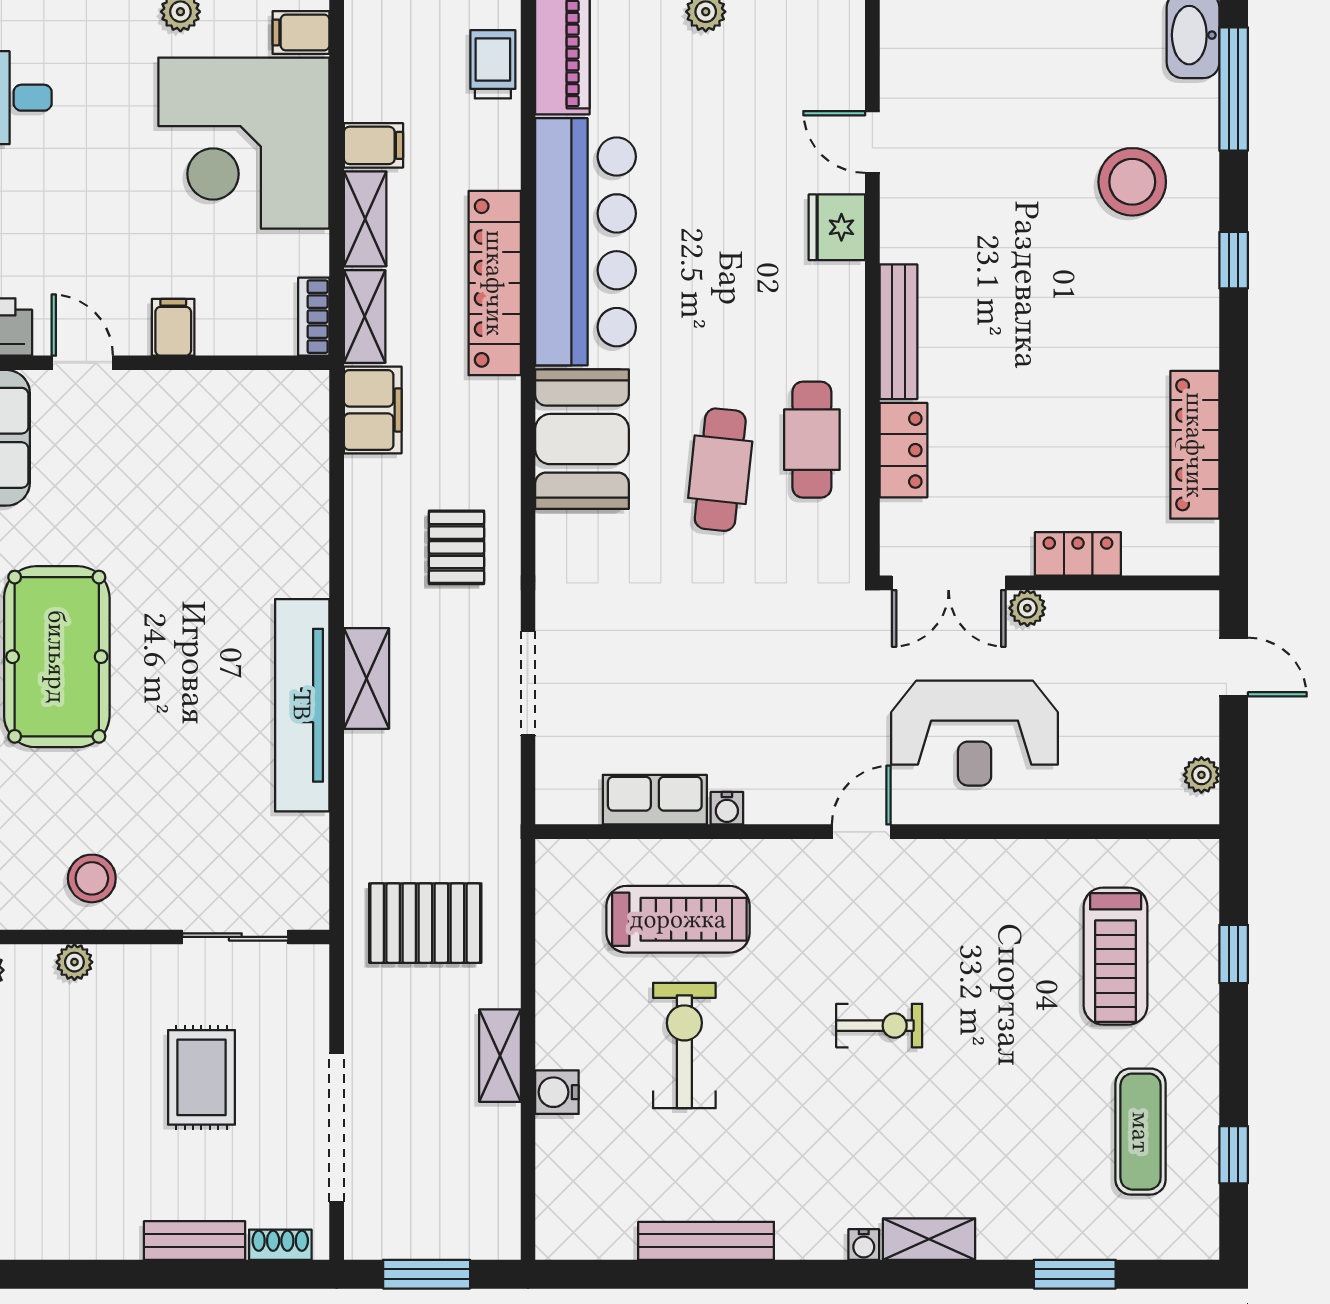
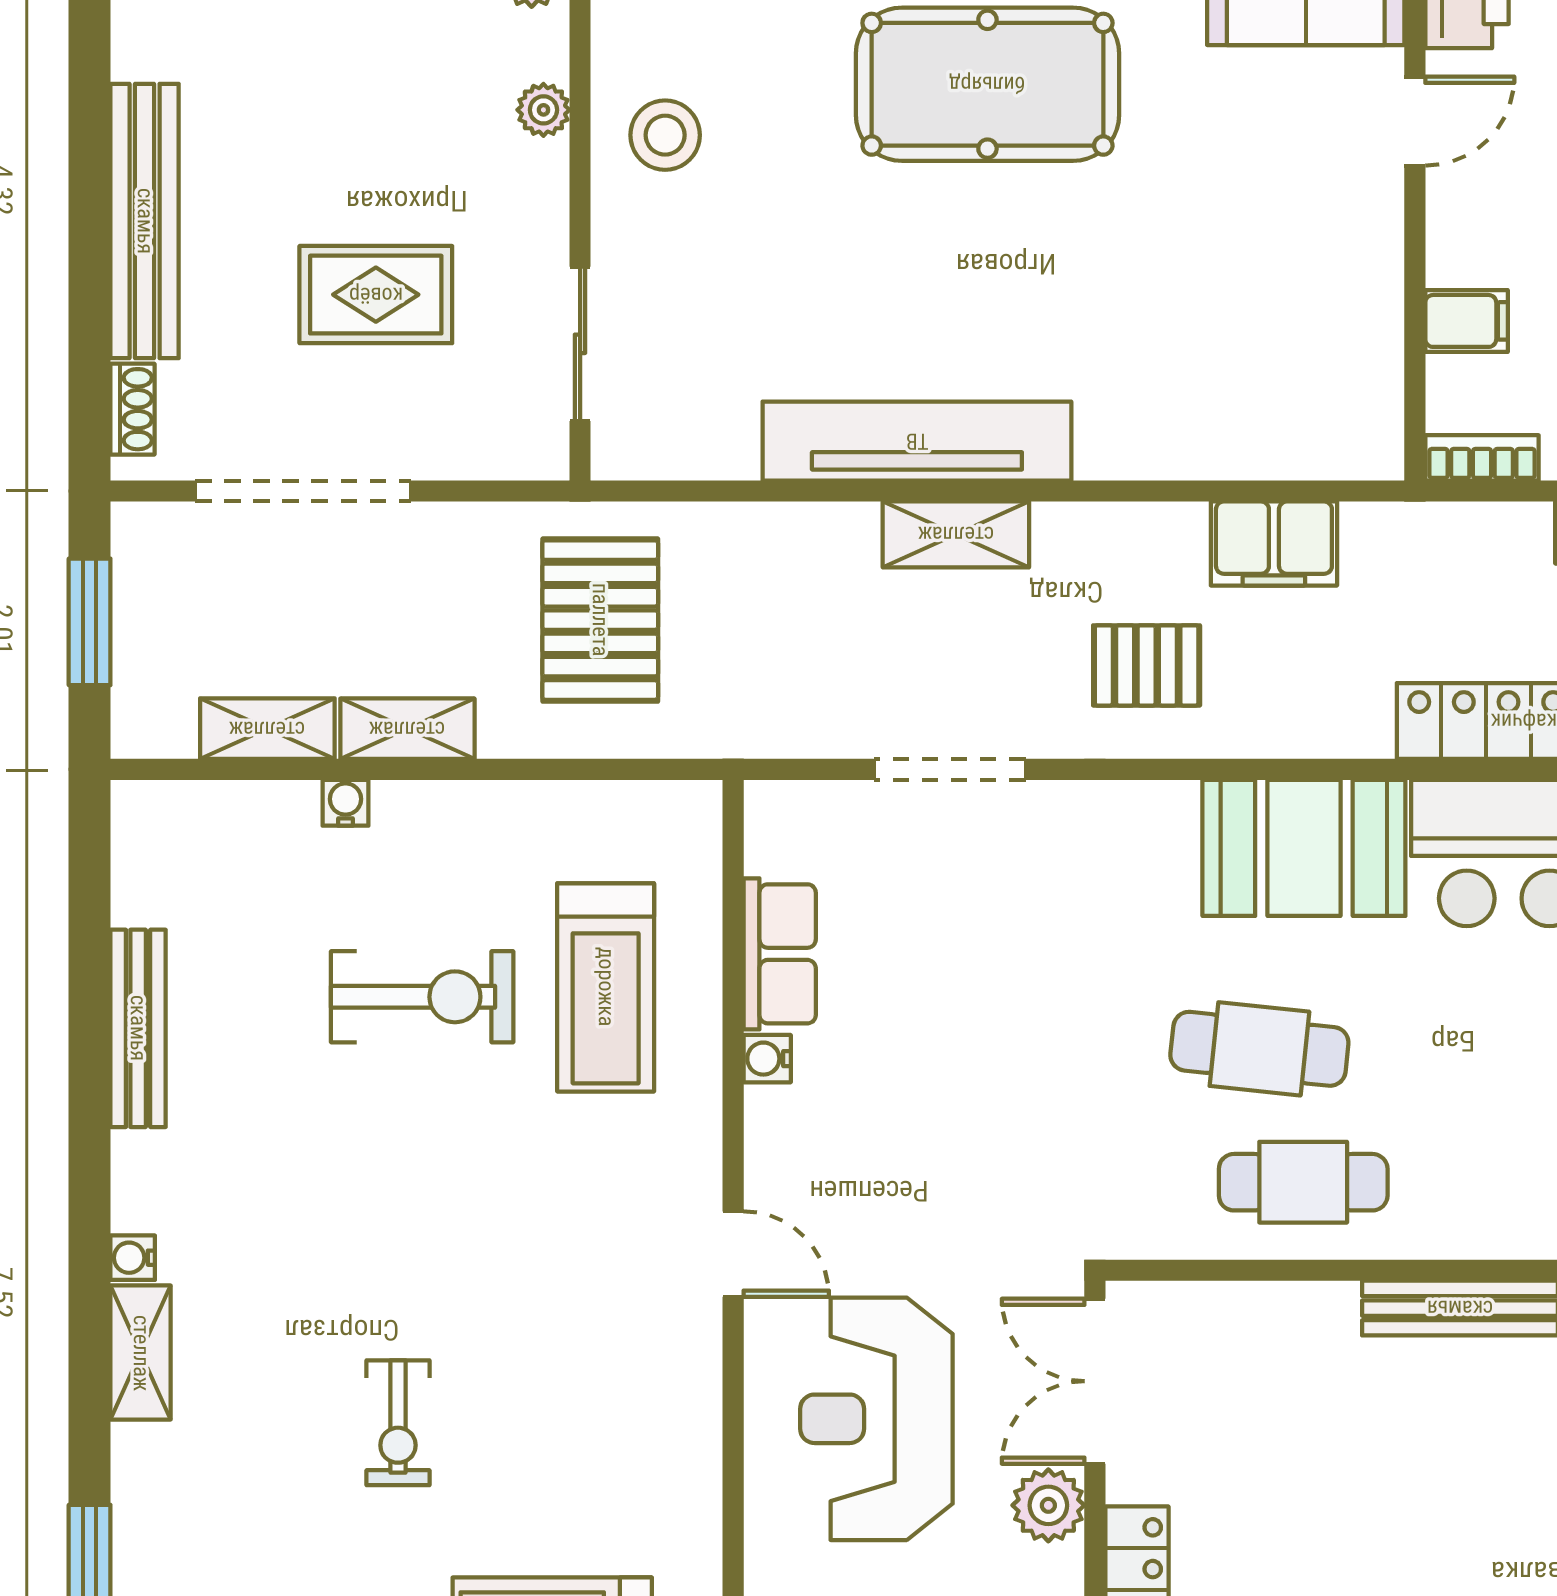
shelving: (365, 316) -> (267, 729), moved
filing cabinet: (173, 327) -> (1467, 321), moved
filing cabinet: (373, 410) -> (1274, 544), moved
locker: (903, 450) -> (1288, 1315), removed
plant: (1027, 608) -> (1048, 1505), width x1.38, depth x1.38
exercise bike: (879, 1026) -> (398, 1423), moved
water cooler: (557, 1092) -> (346, 803), width x0.72, depth x0.72
bench: (195, 1241) -> (145, 221), width x1.86, depth x1.21

